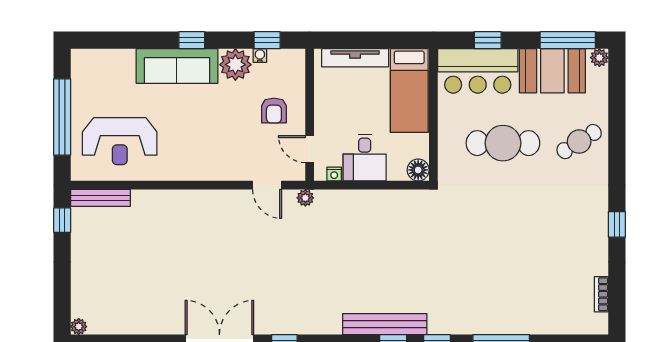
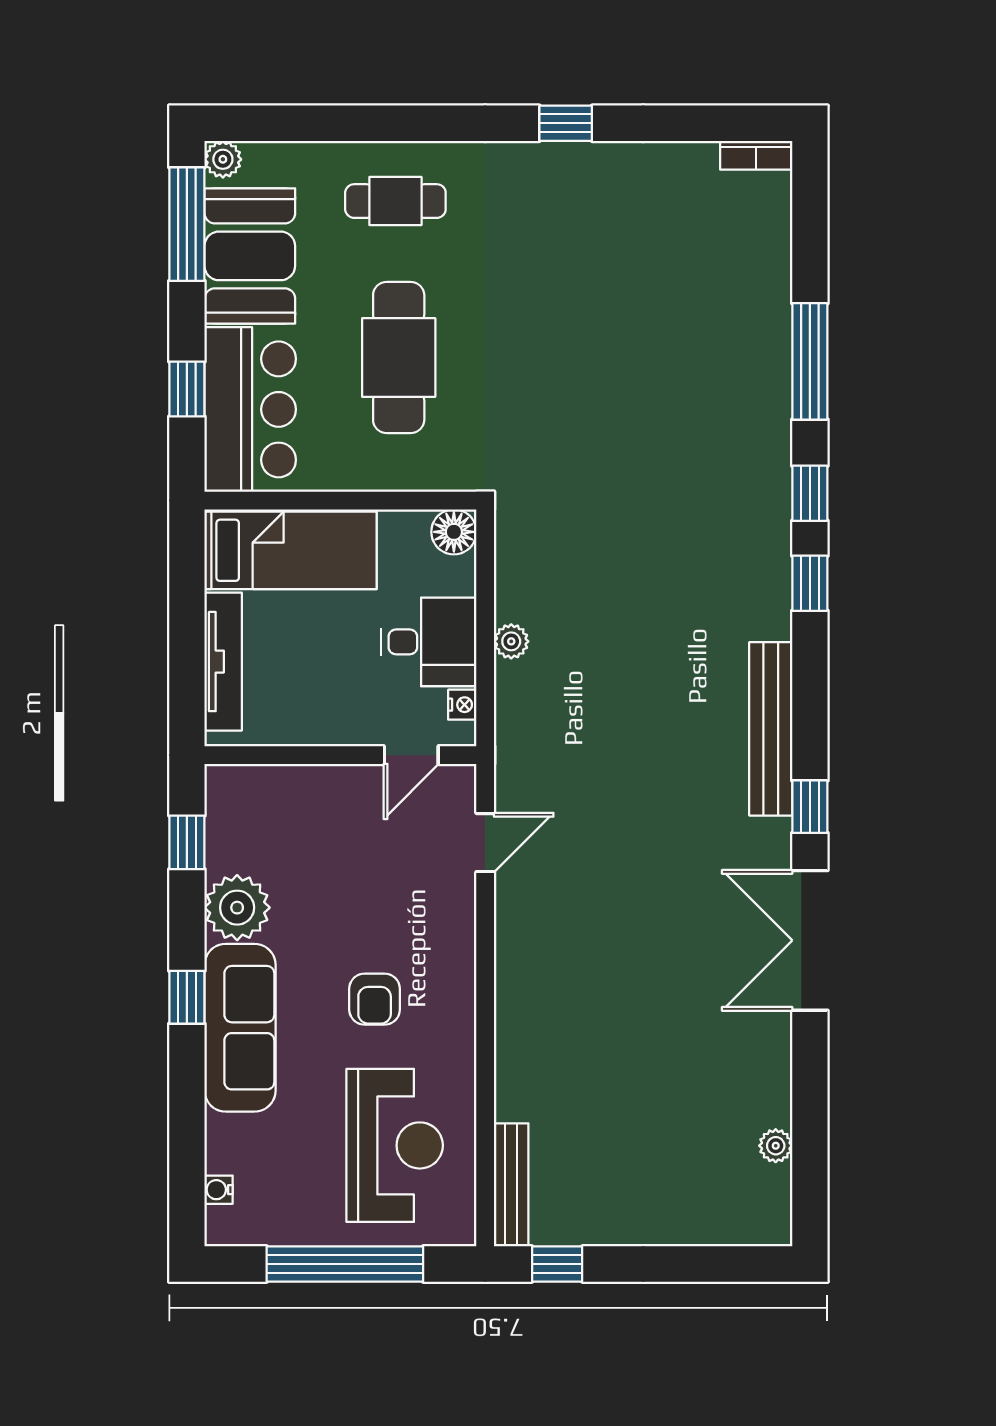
water cooler: (260, 56) -> (219, 1190), moved
armchair: (274, 111) -> (375, 999), moved, turned 90
cafe table: (579, 142) -> (395, 201), turned -58
plant: (305, 198) -> (511, 641), moved
bookcase: (601, 294) -> (756, 155), moved
bench: (385, 324) -> (771, 729), moved
plant: (79, 327) -> (776, 1146), moved

